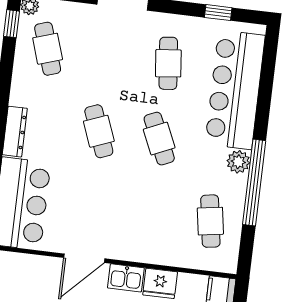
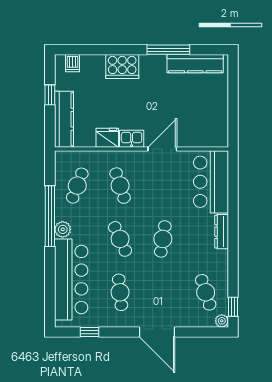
cafe table: (99, 131) -> (163, 239), turned 30
cafe table: (150, 214) -> (120, 186), added
cafe table: (210, 221) -> (77, 186), turned 30

